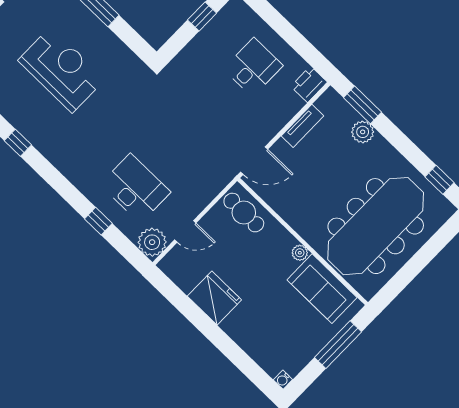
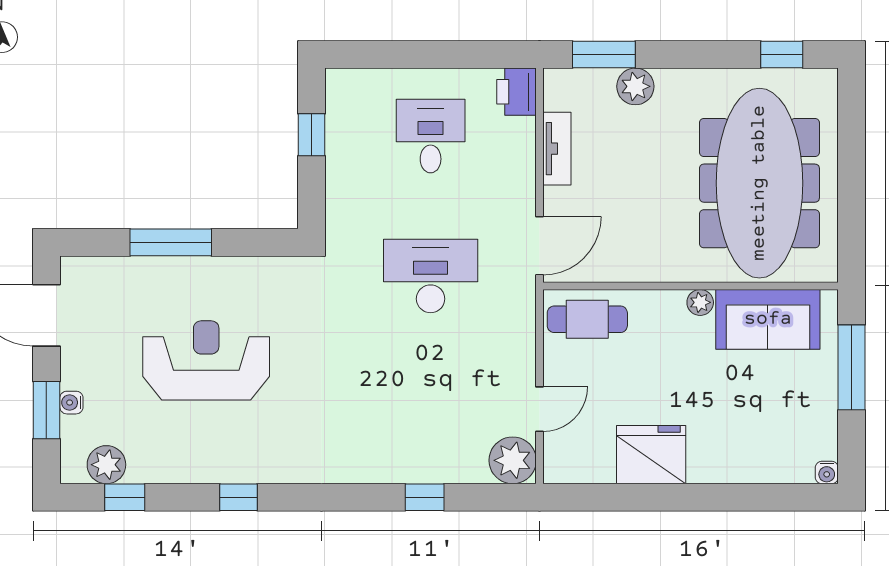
desk: (135, 188) -> (431, 276), moved

